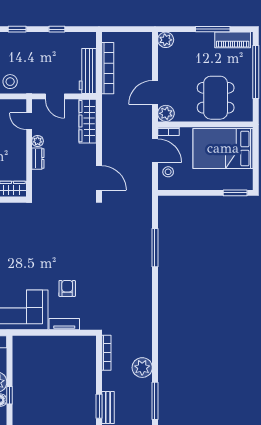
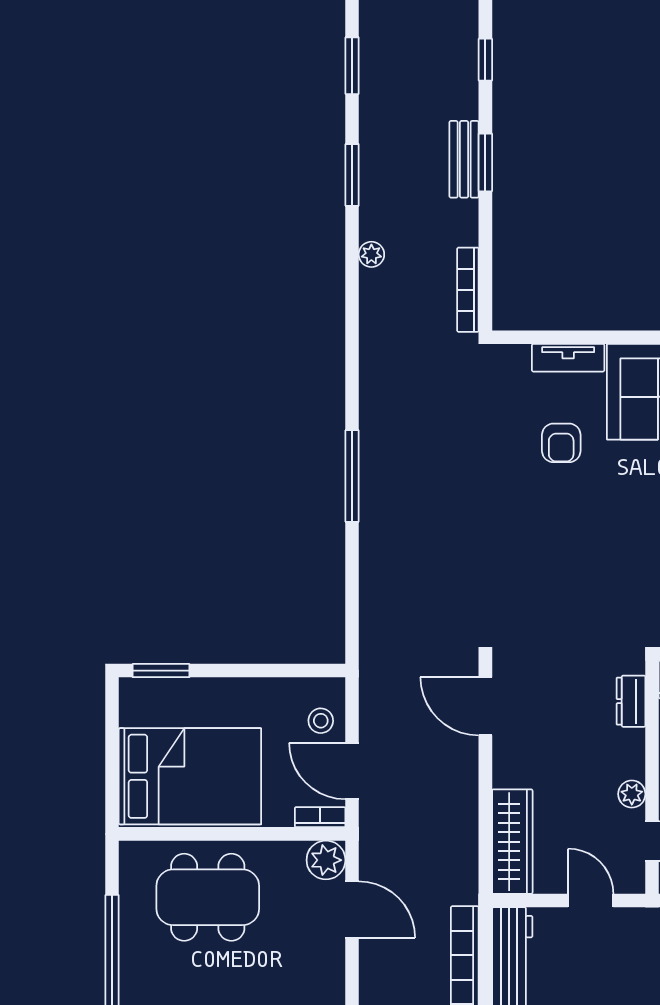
door: (155, 93) -> (352, 910), hinge flipped
dining table: (216, 98) -> (208, 897), turned 90
dresser: (38, 159) -> (631, 701), moved
window: (155, 248) -> (352, 476), moved
plant: (142, 368) -> (371, 254), width x0.53, depth x0.53
window: (155, 401) -> (352, 175), width x0.69

